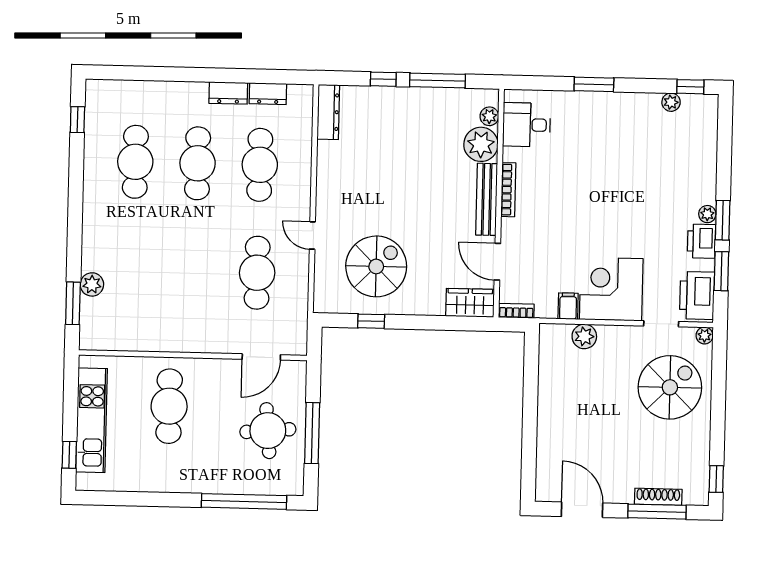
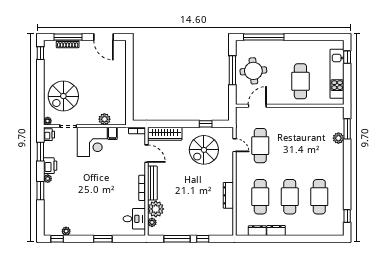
dresser: (328, 112) -> (228, 195), moved
window: (723, 220) -> (40, 191), moved
door: (312, 235) -> (235, 145), moved
printer: (697, 295) -> (49, 135), width x0.53, depth x0.68
wardrobe: (470, 303) -> (165, 134), width x1.50

